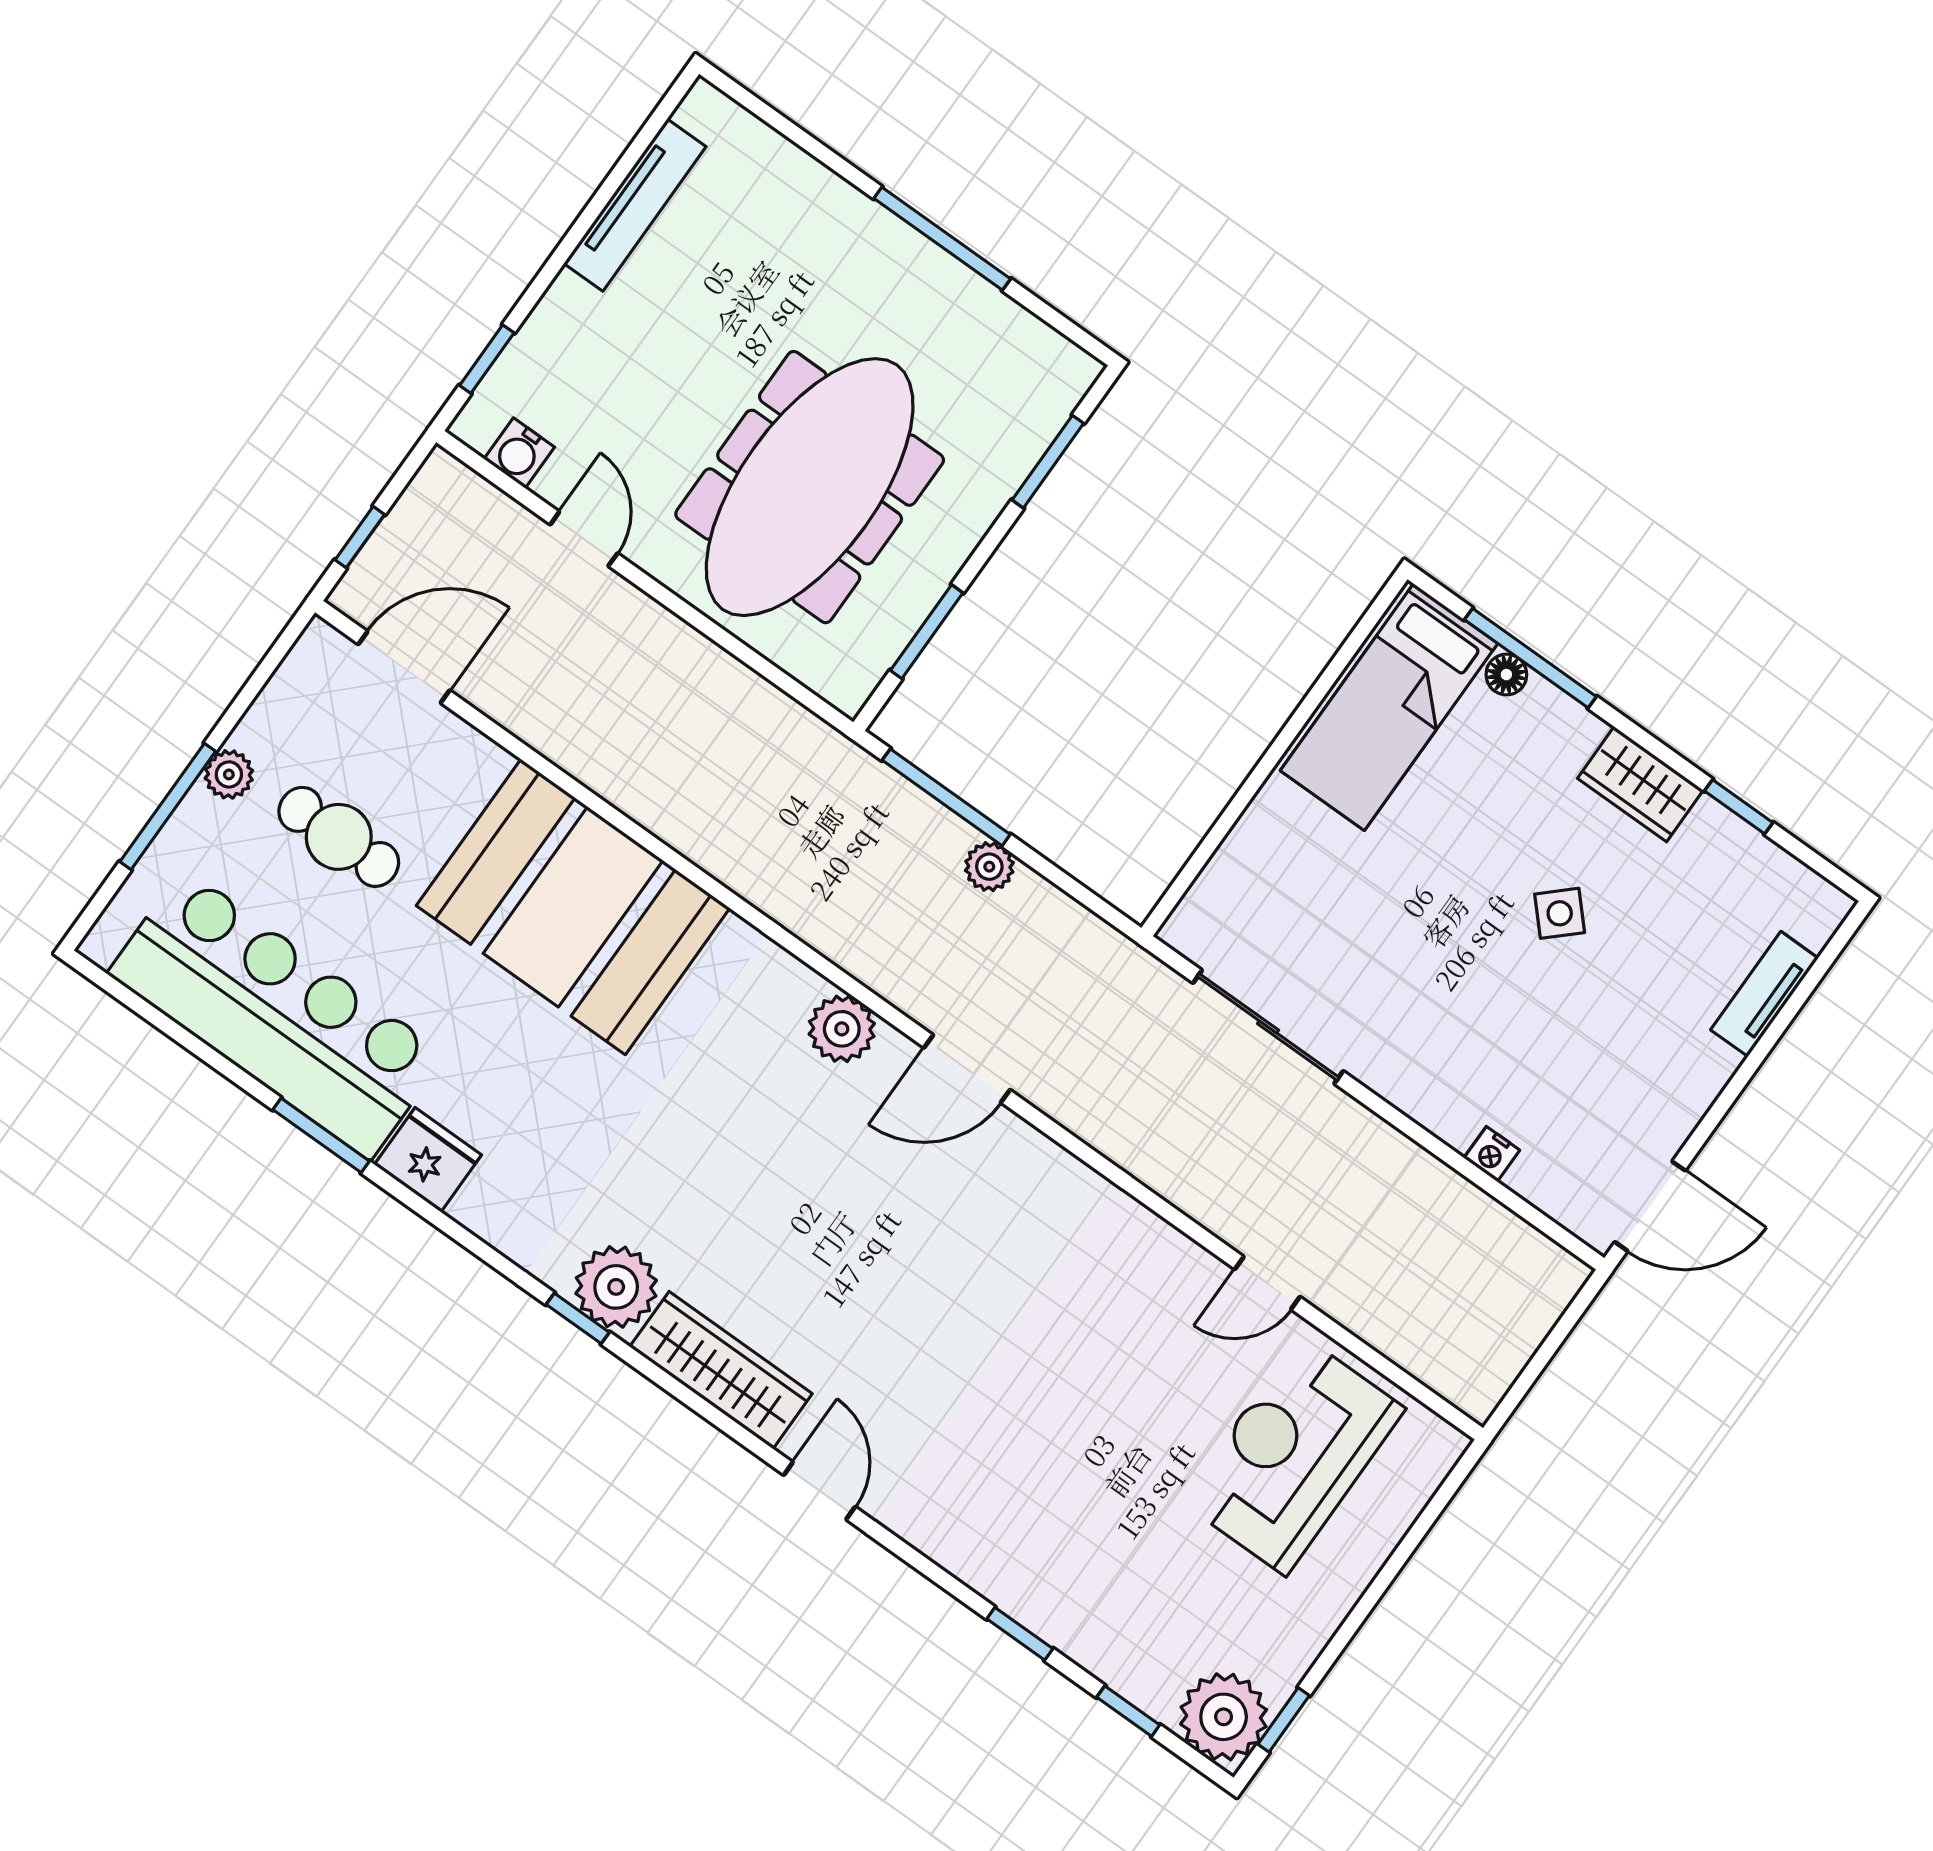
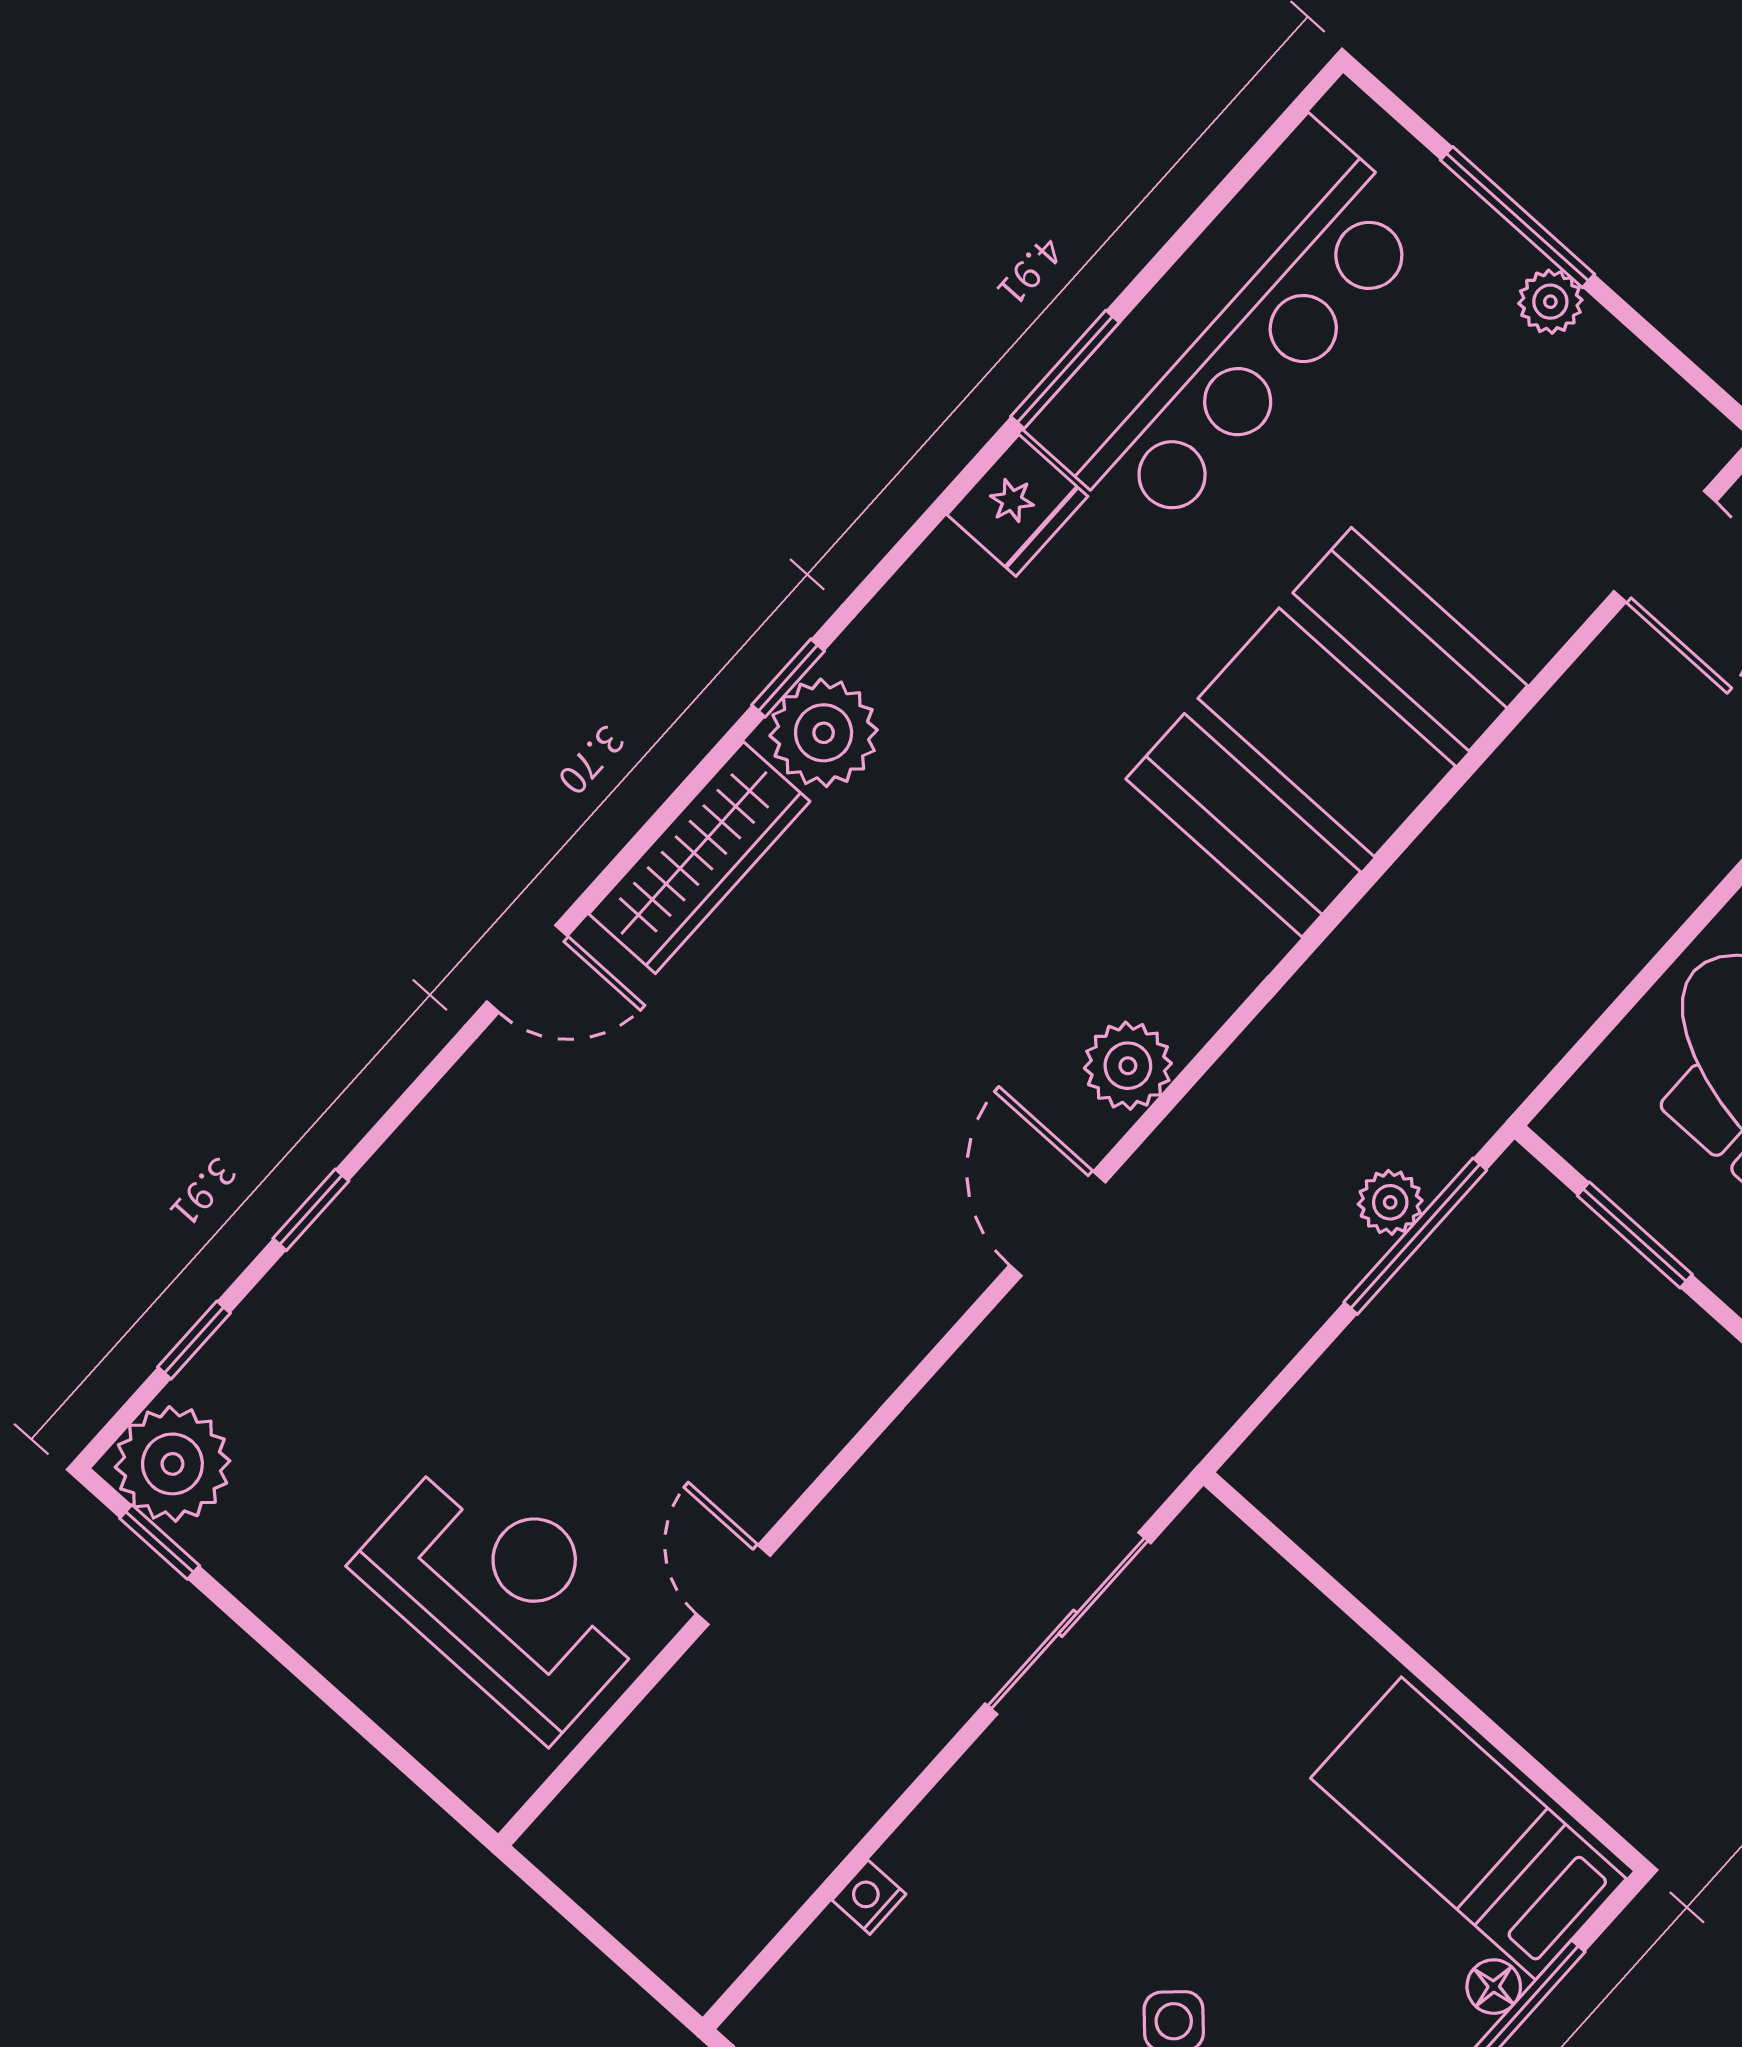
cafe table: (339, 837) -> (1453, 436), removed
plant: (989, 867) -> (1390, 1202), moved

